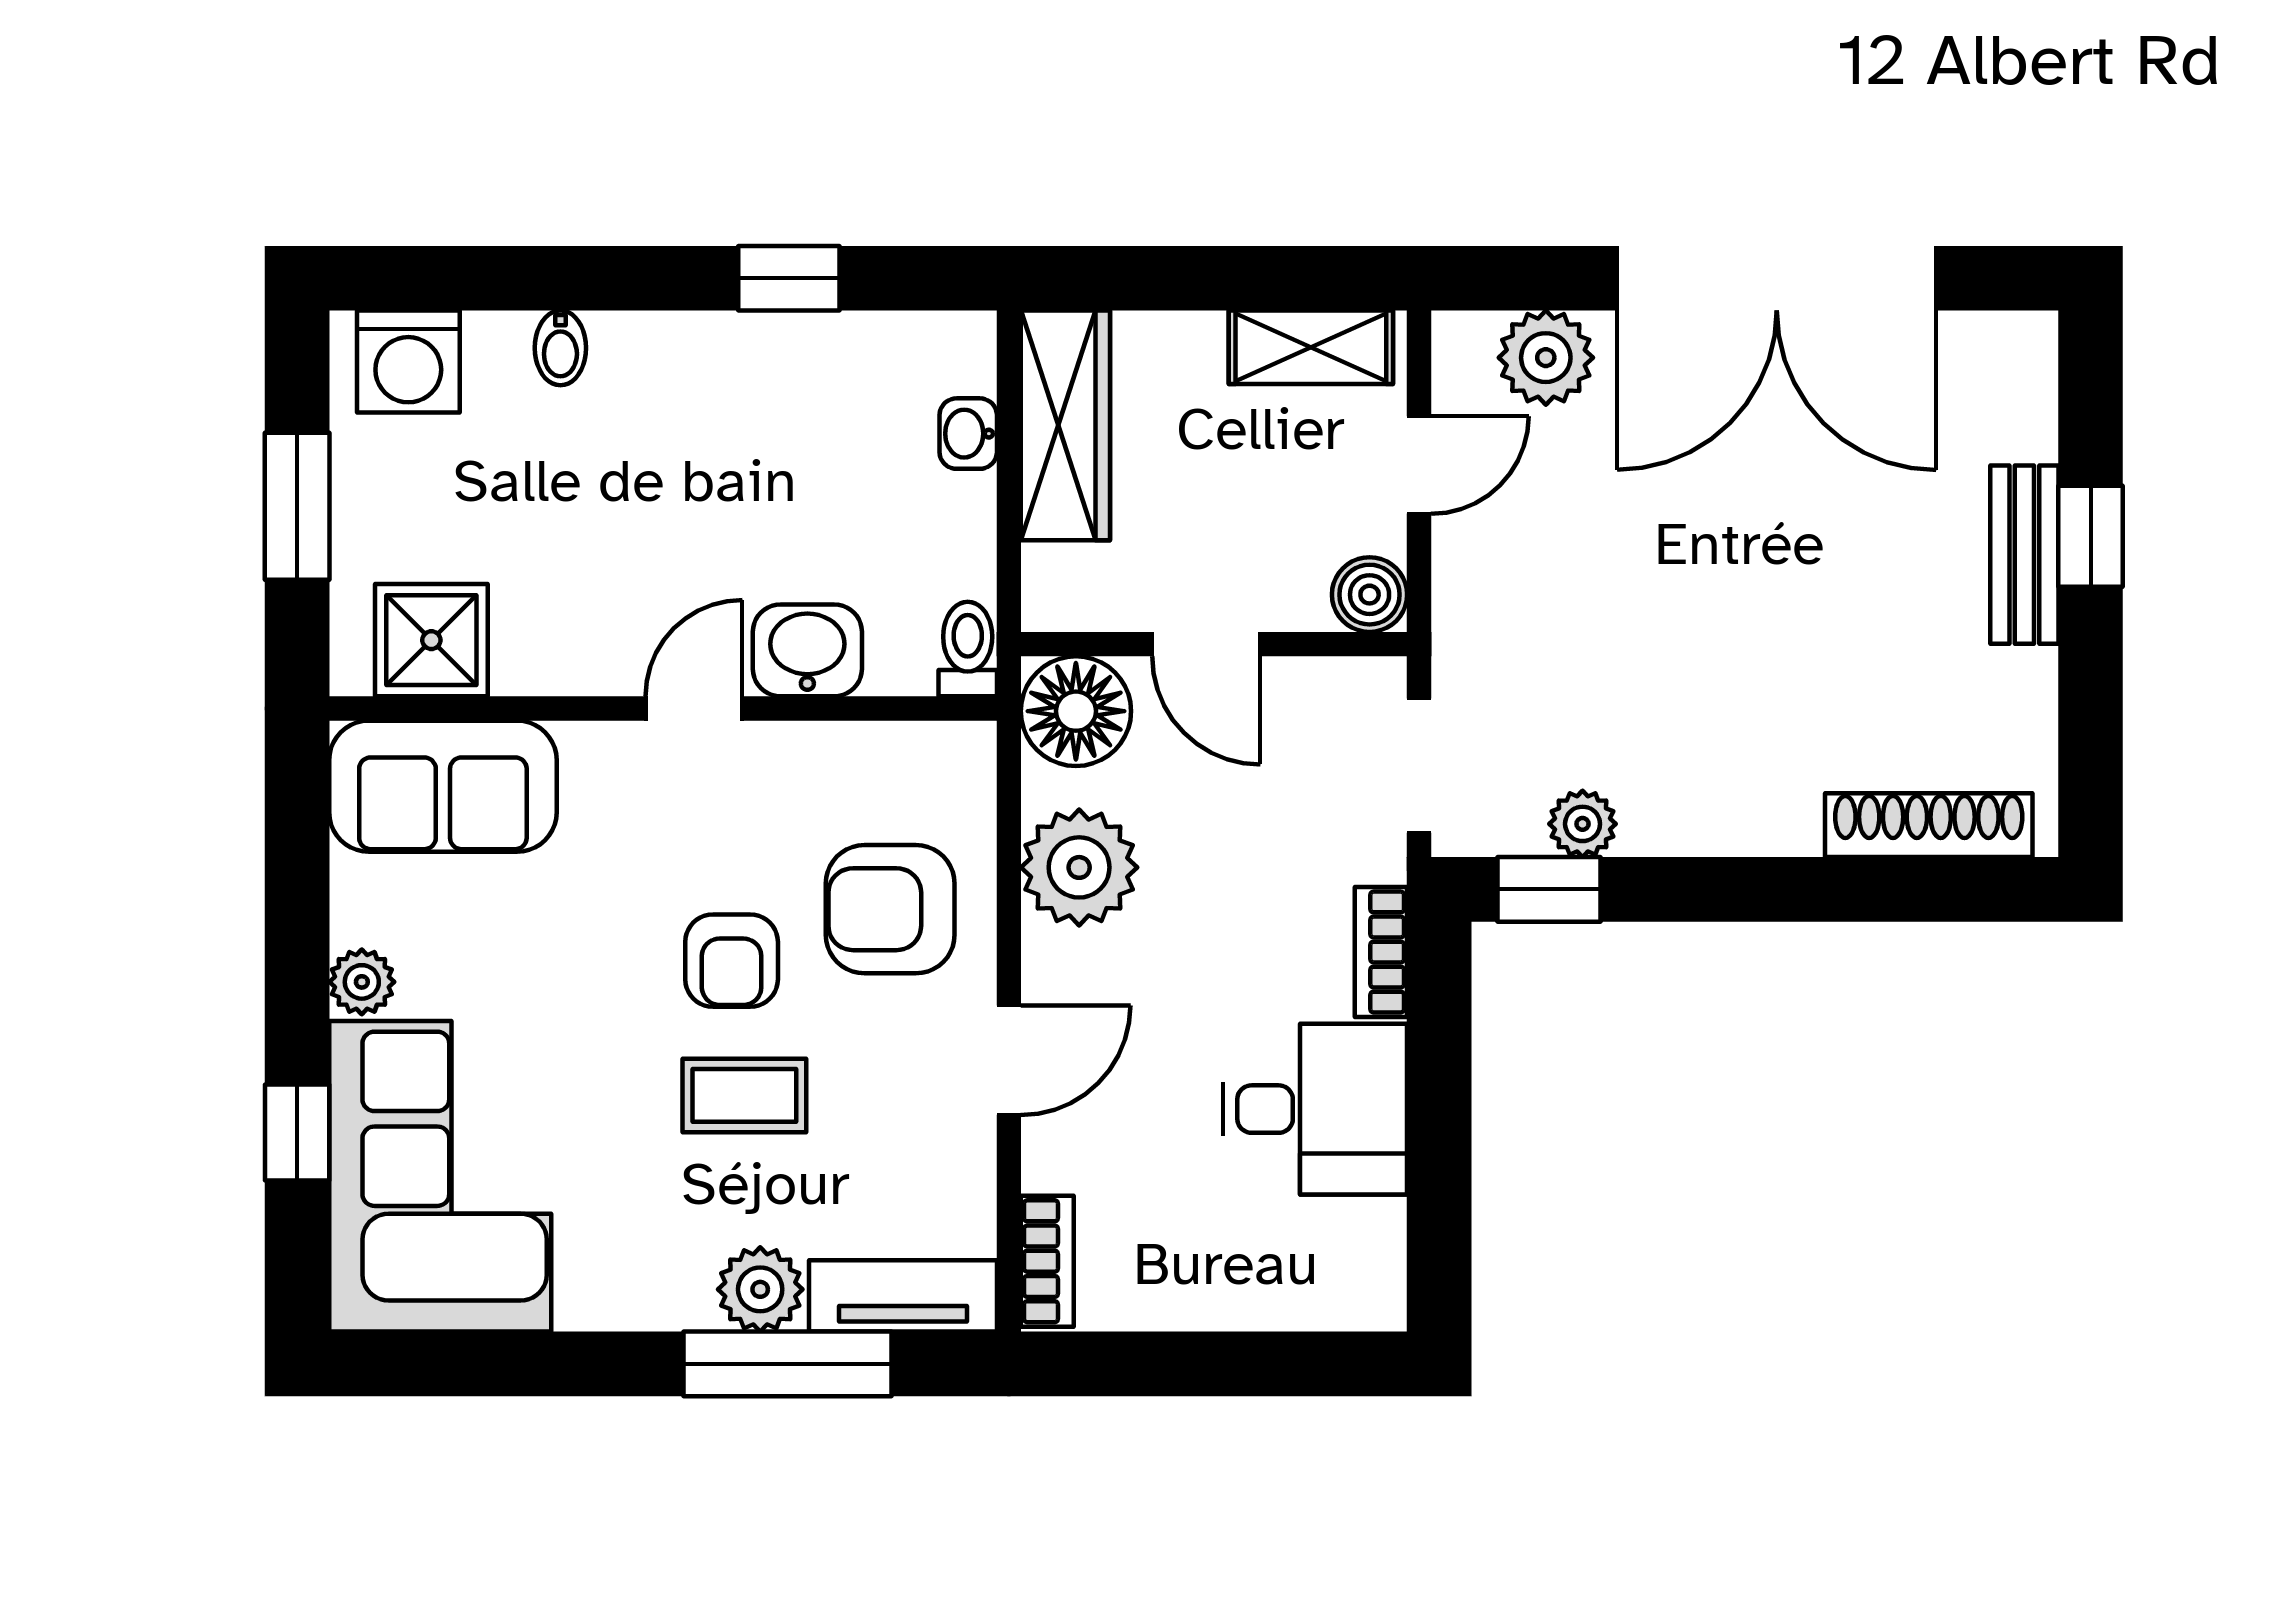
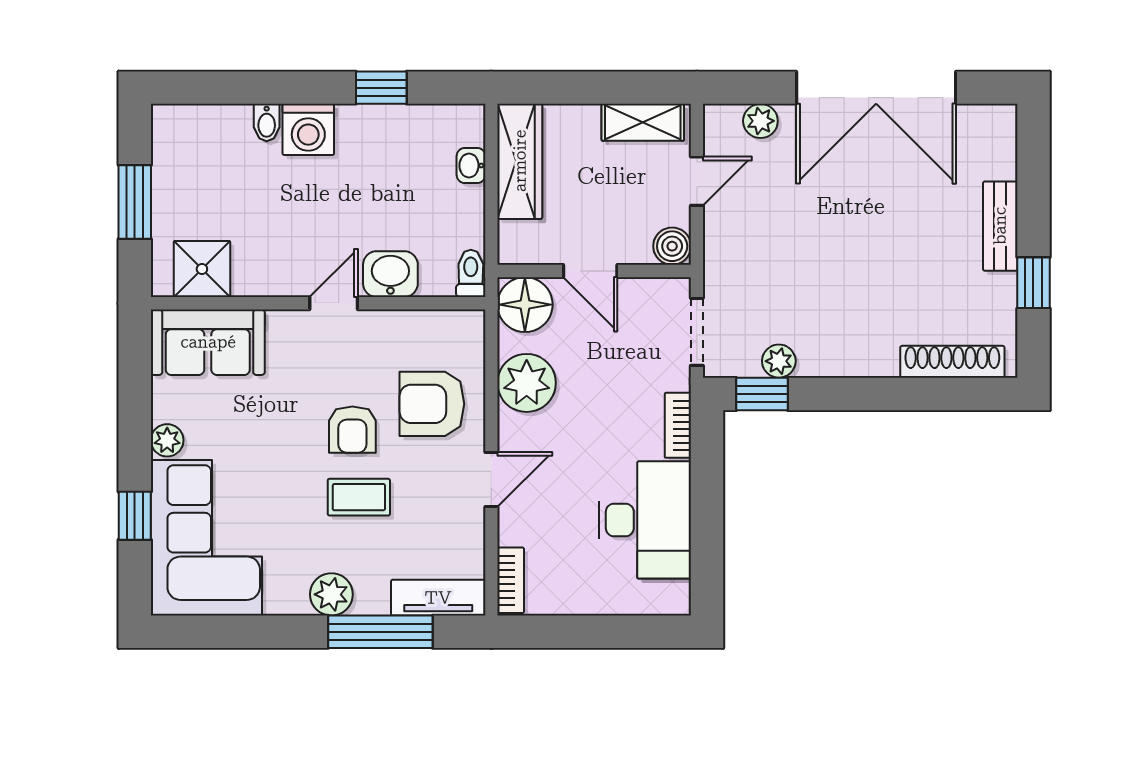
plant: (1546, 358) -> (760, 121), width x0.73, depth x0.73
washing machine: (408, 362) -> (308, 129), moved
window: (2091, 536) -> (1033, 283), moved
desk: (1315, 1109) -> (645, 520), width x1.37
plant: (760, 1289) -> (331, 594), moved

